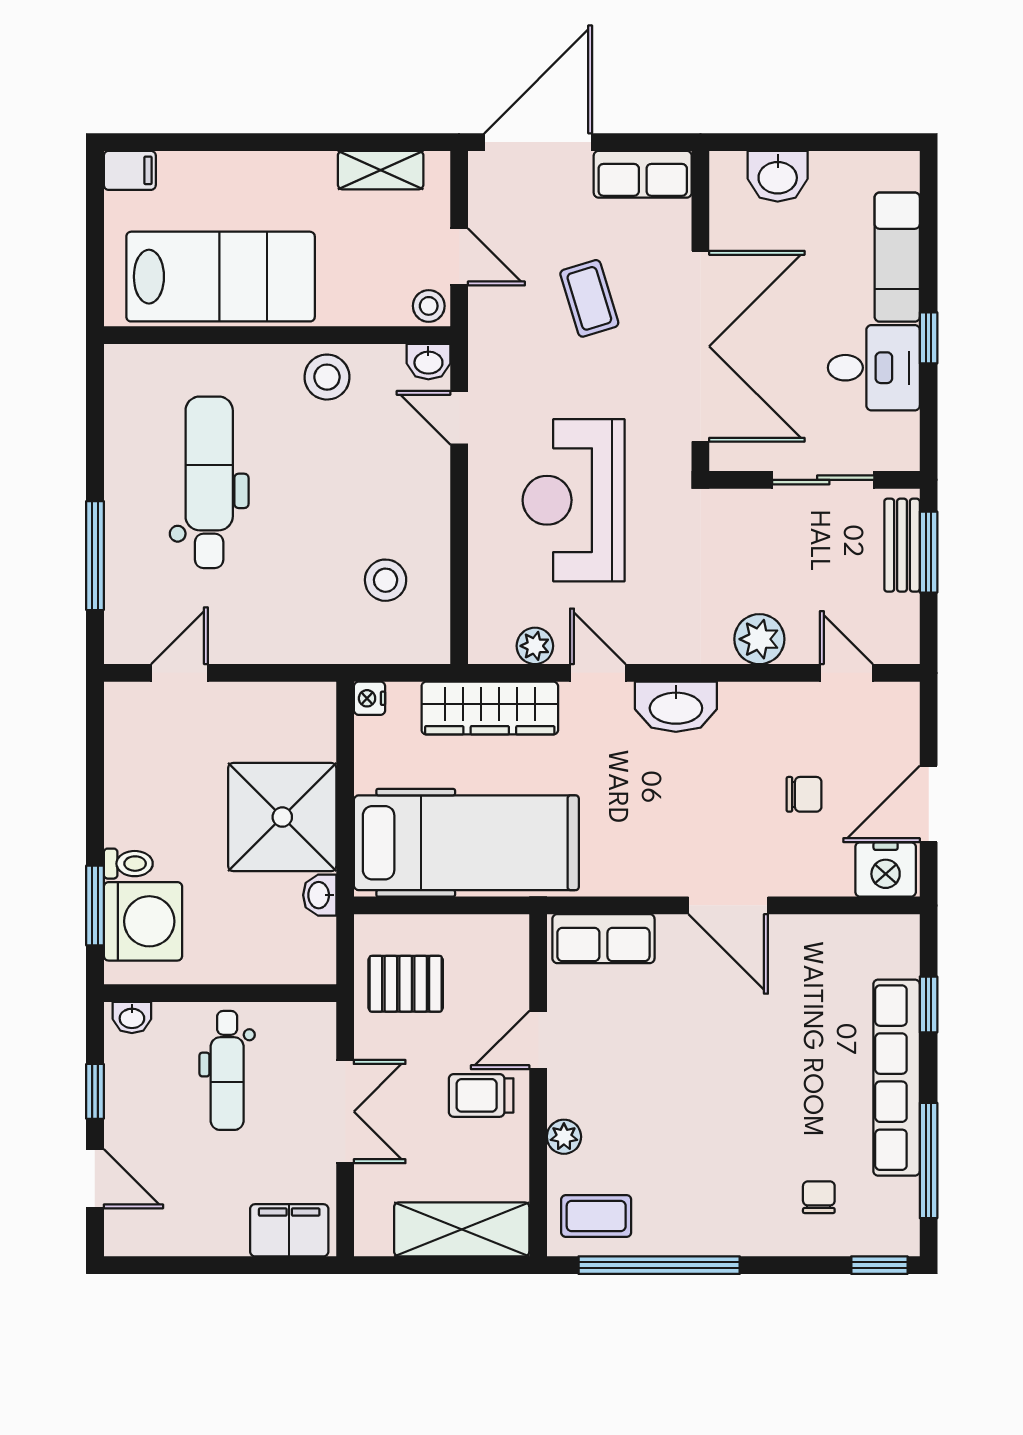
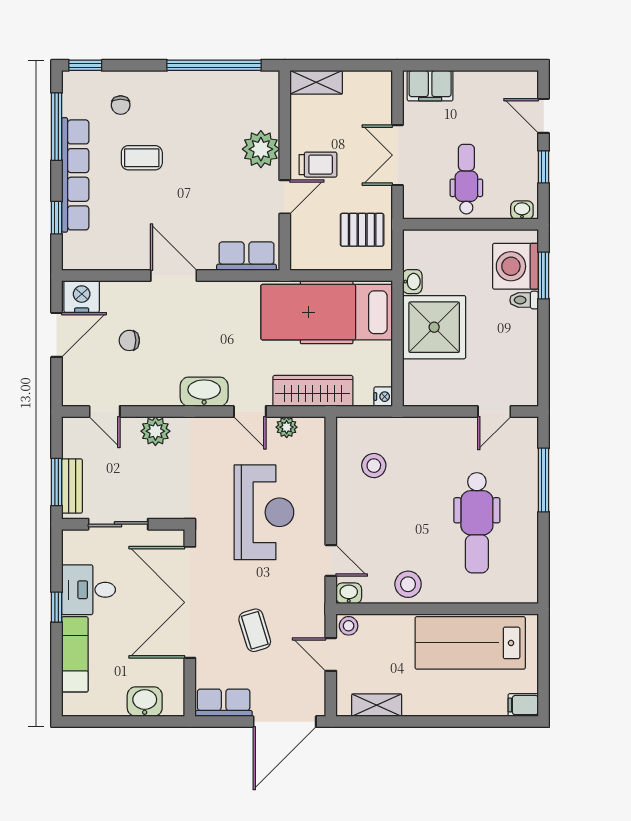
plant: (564, 1137) -> (261, 149), width x1.88, depth x1.88
coffee table: (596, 1216) -> (142, 158), moved
shelving: (462, 1229) -> (316, 82), width x0.67, depth x0.75

